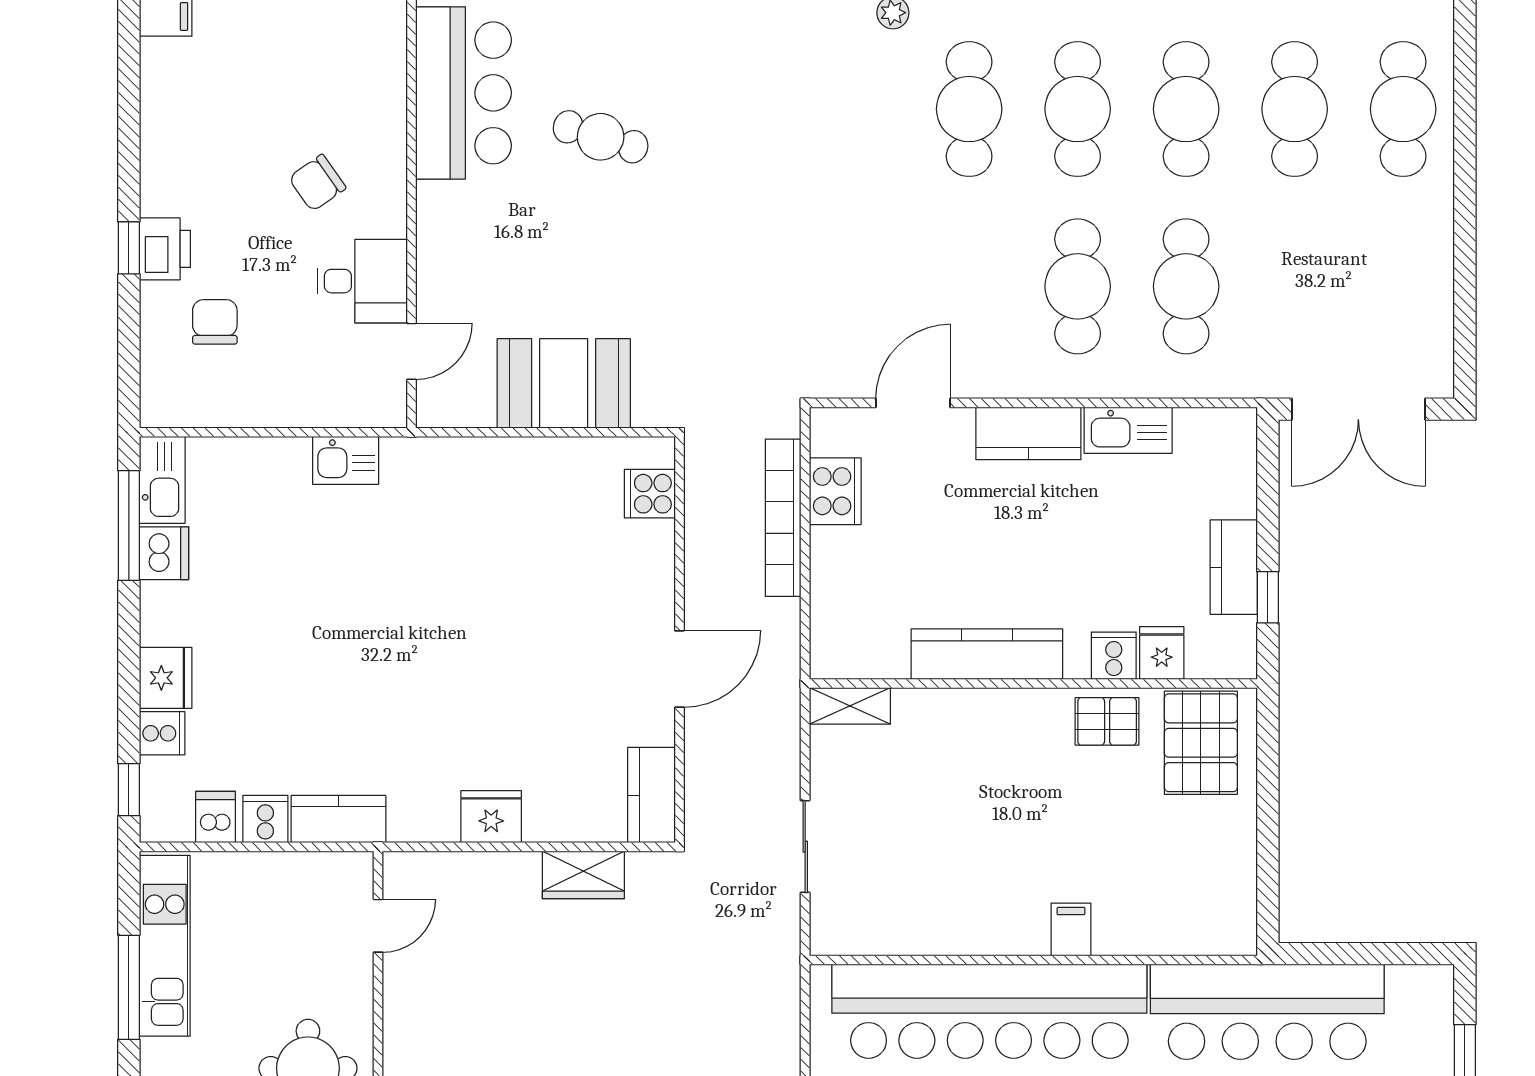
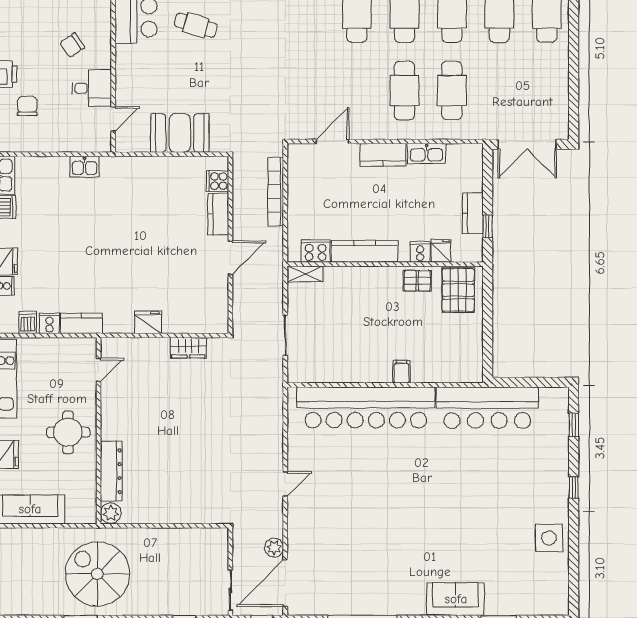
cooker: (835, 491) -> (316, 251), moved, turned -90
kitchen counter: (652, 795) -> (218, 214), moved

